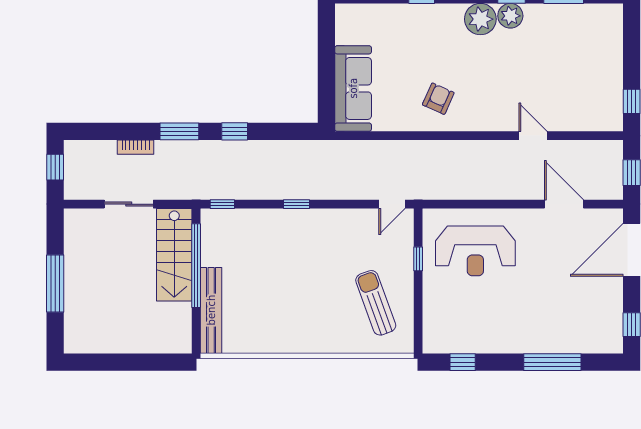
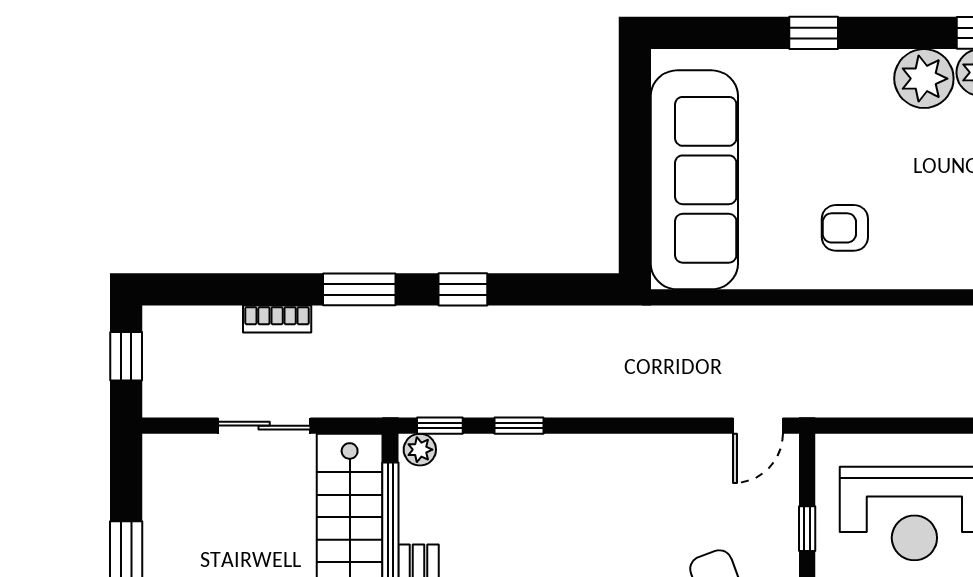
sofa: (353, 88) -> (694, 180), width x1.36, depth x1.27
armchair: (438, 99) -> (845, 228), turned -114
window: (297, 204) -> (519, 426), moved
plant: (212, 217) -> (420, 450), added

